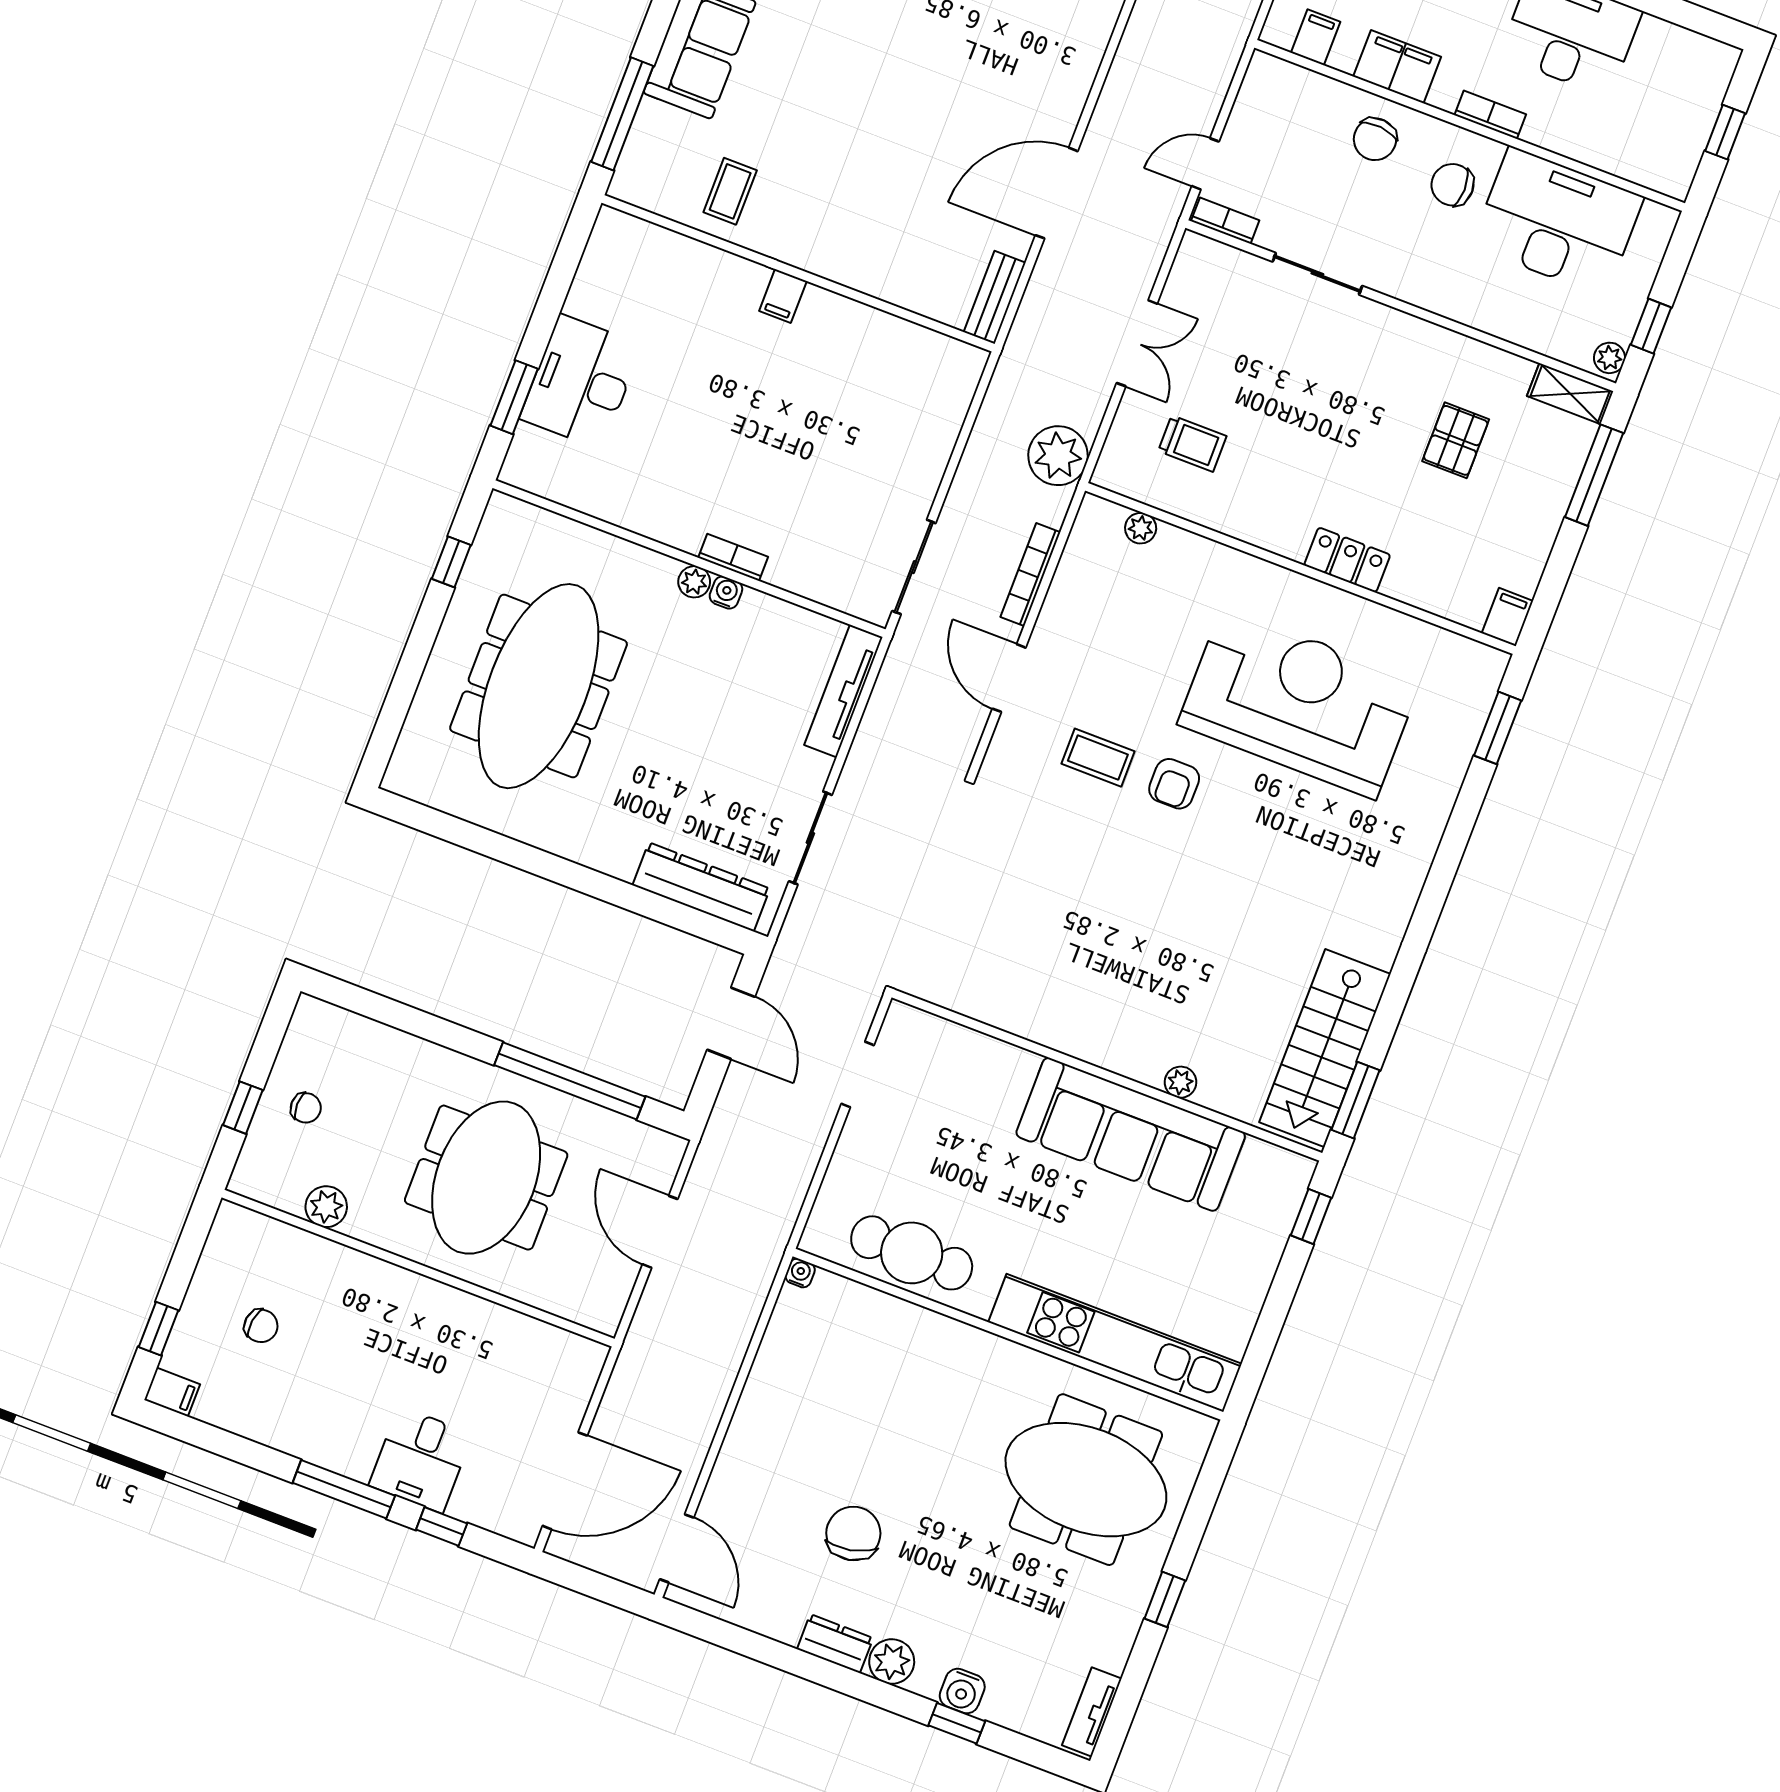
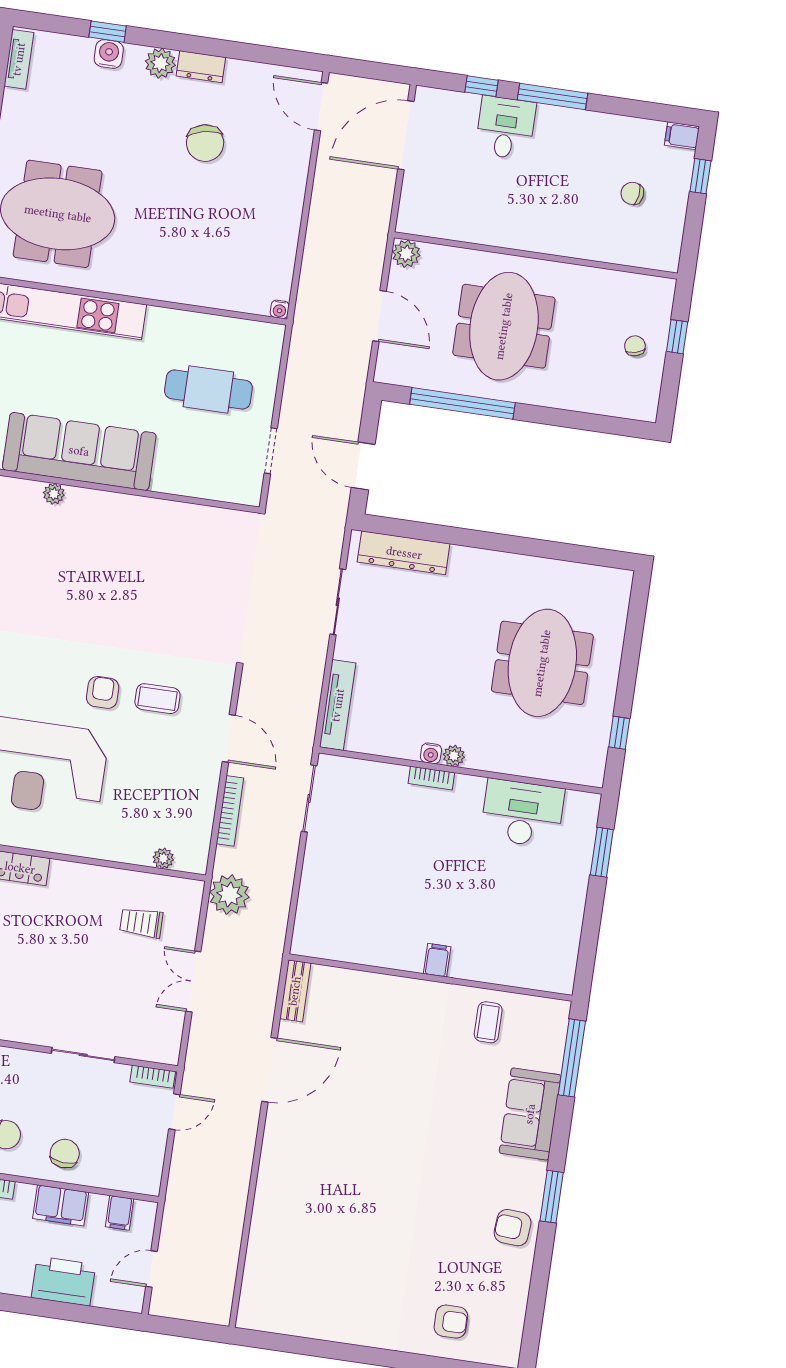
desk: (581, 382) -> (522, 813), moved, turned -90
meeting table: (539, 686) -> (542, 663), width x0.73
chair: (306, 1108) -> (635, 346), turned 75
plant: (326, 1207) -> (406, 254), moved
cafe table: (912, 1253) -> (208, 389), moved

